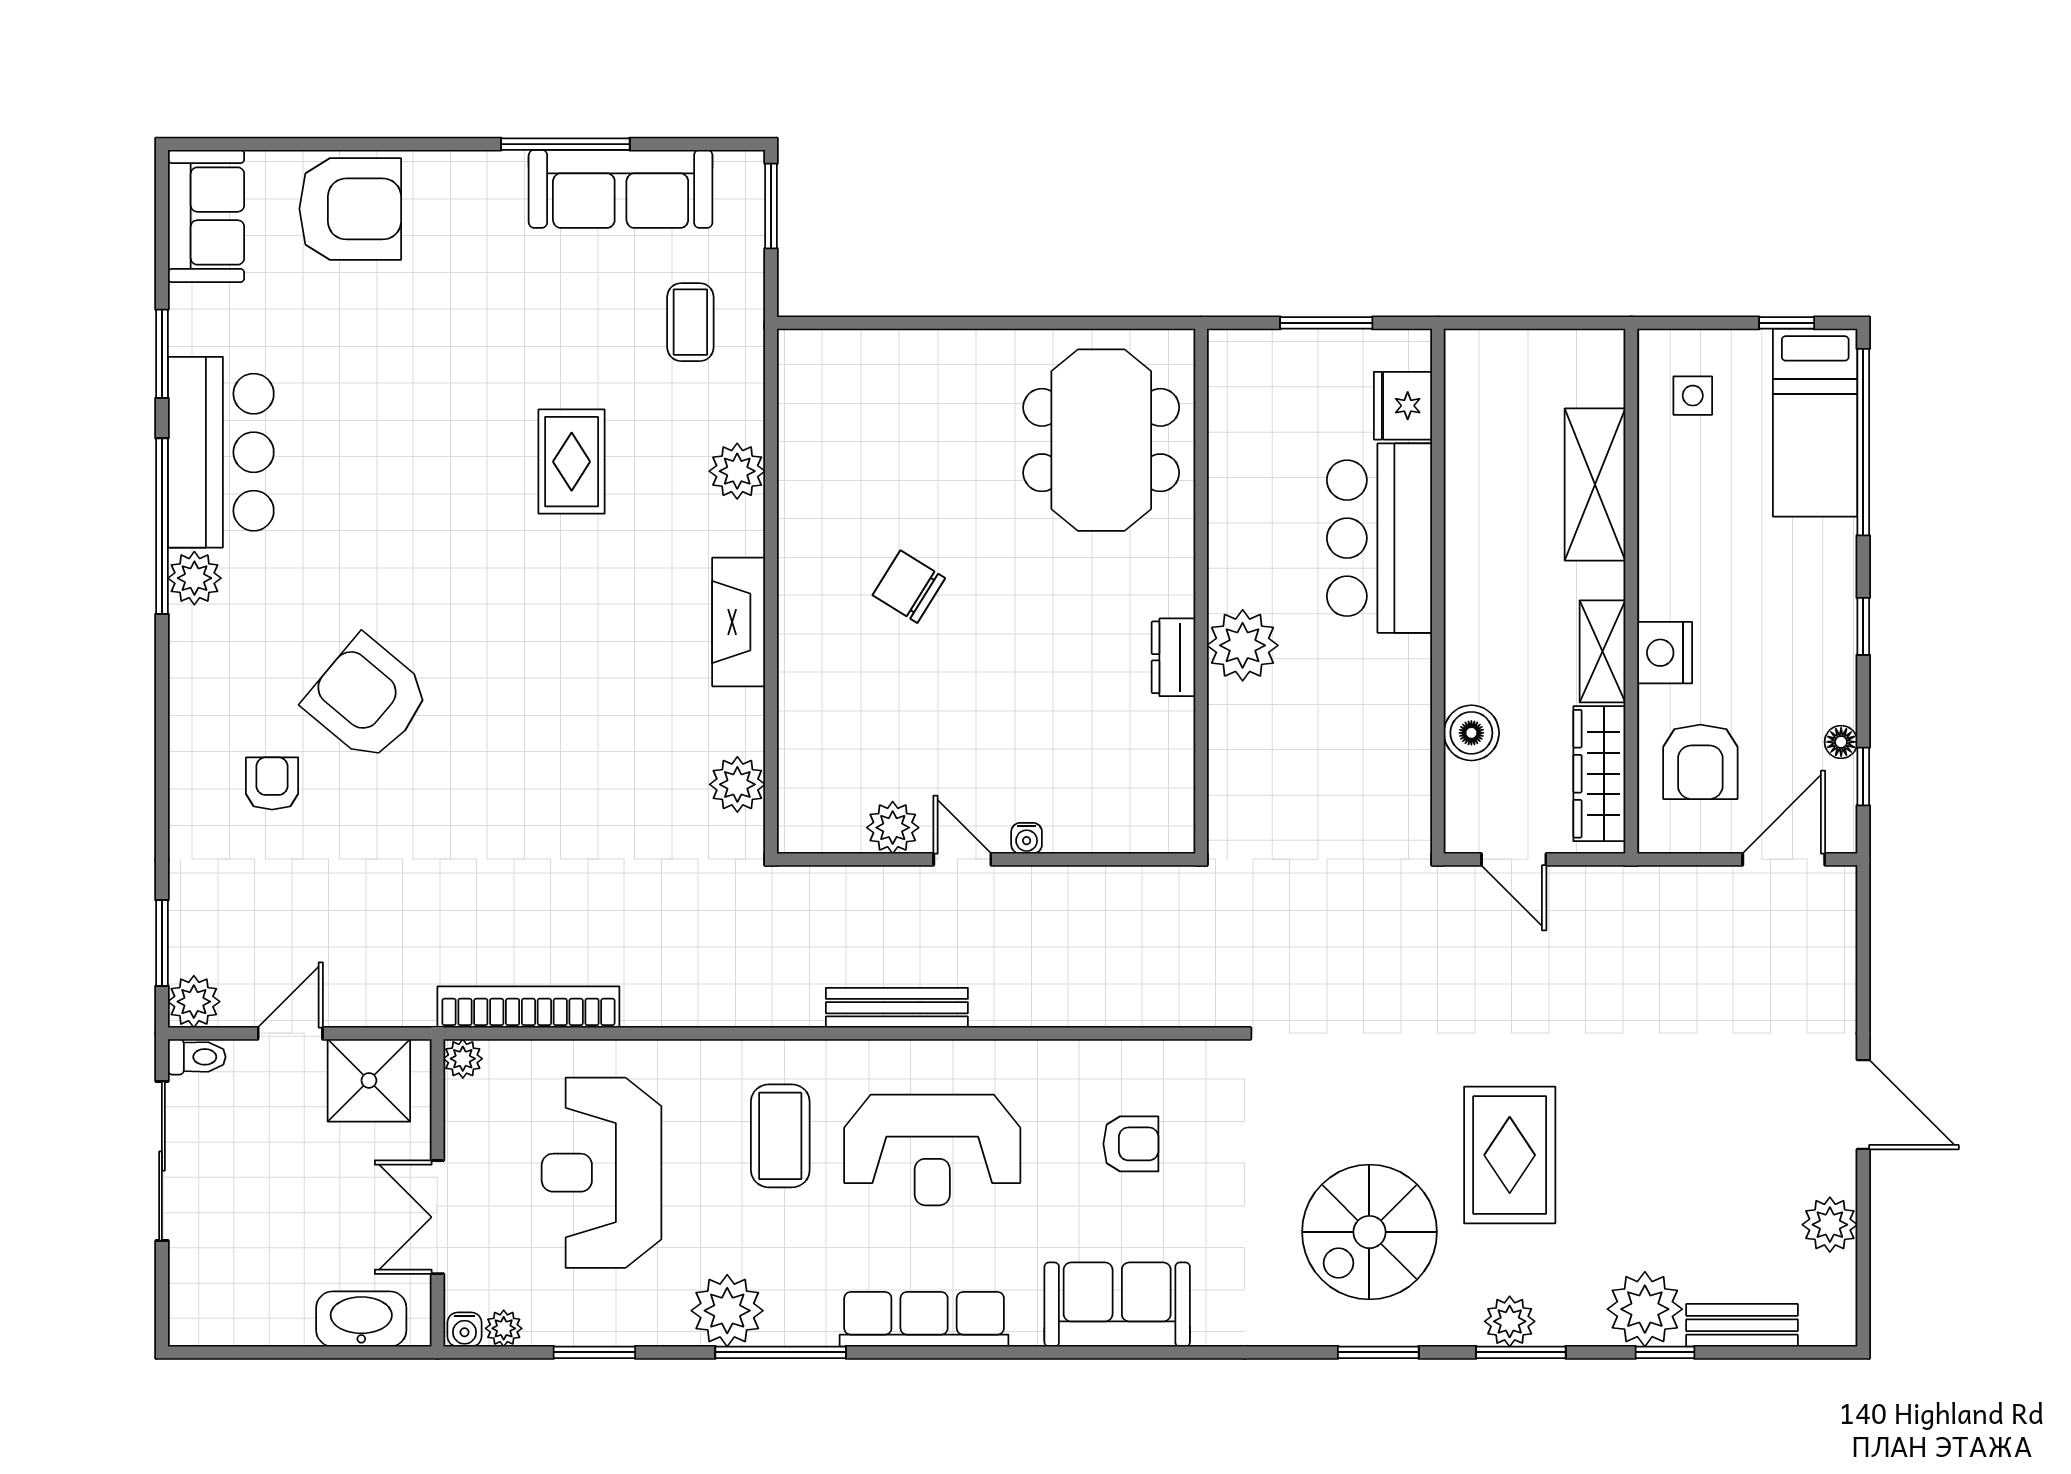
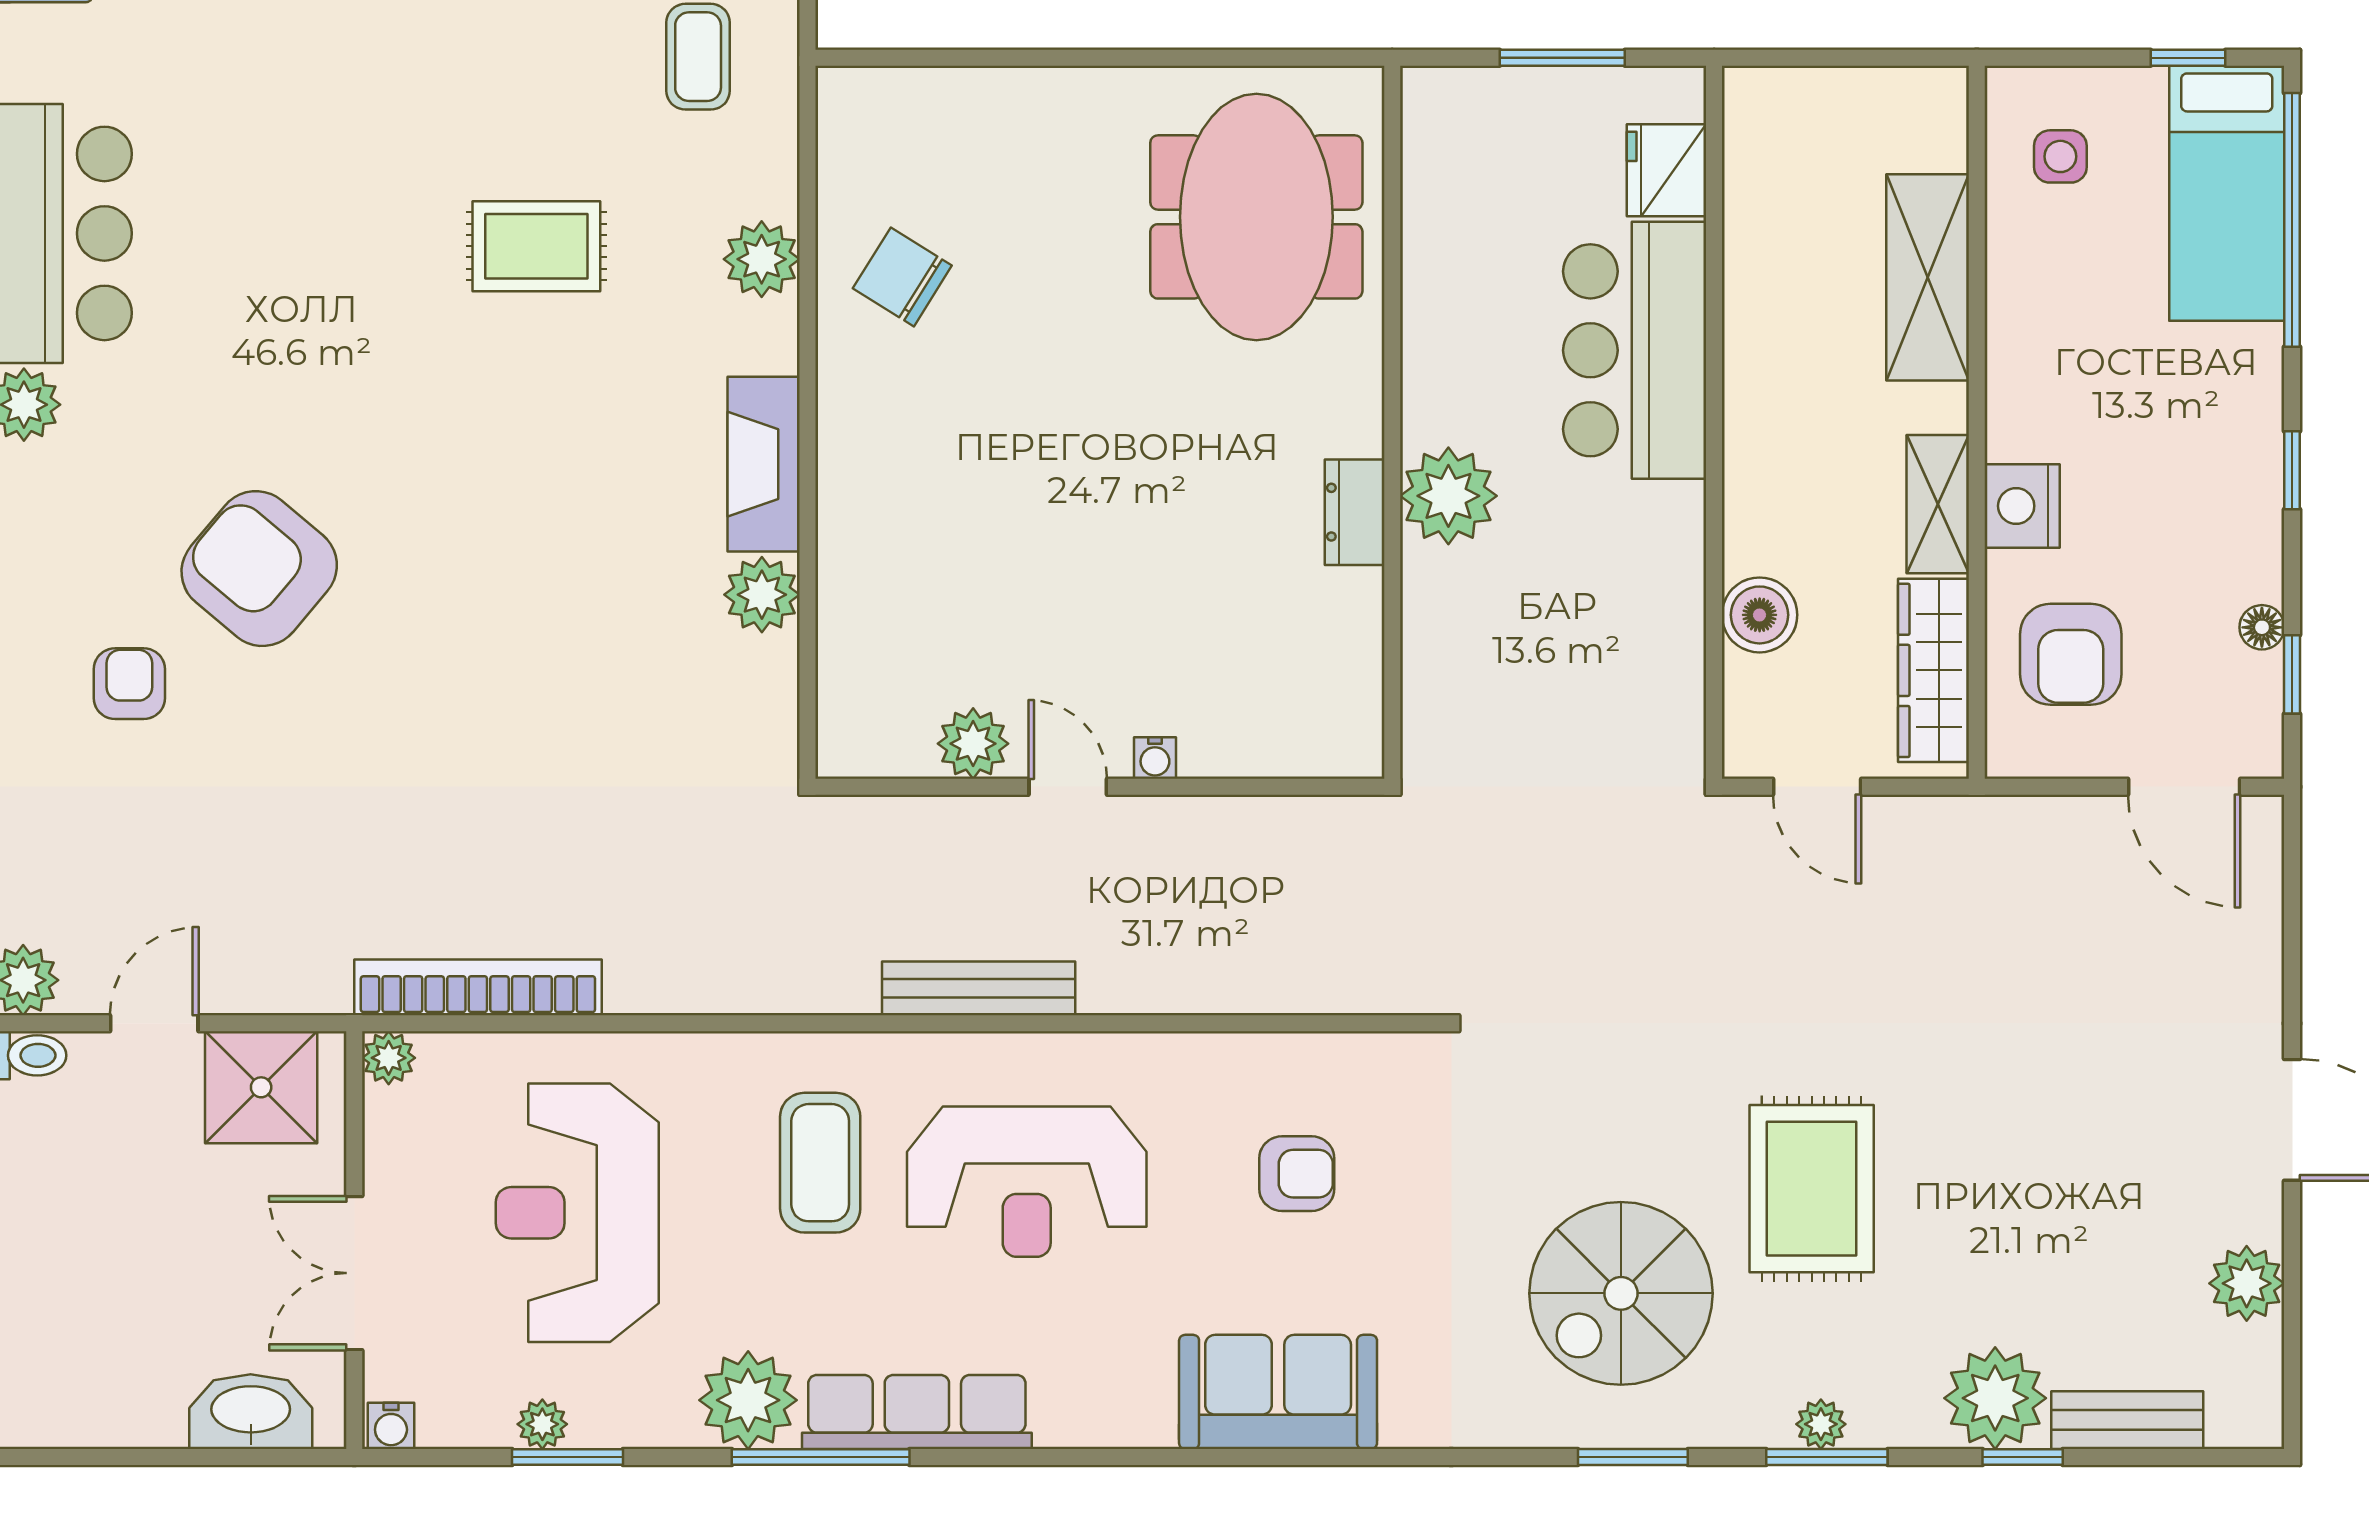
rug: (572, 462) -> (536, 246), turned 90
chair: (909, 587) -> (902, 277), moved
plant: (737, 784) -> (762, 595), moved
door: (1784, 859) -> (2184, 787), swing flipped
row of seats: (924, 1319) -> (917, 1412), moved
plant: (1510, 1321) -> (1821, 1424), width x0.73, depth x0.73
plant: (504, 1328) -> (542, 1424), moved

